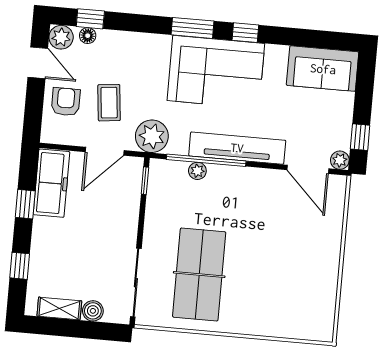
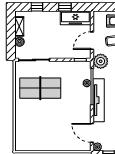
door: (105, 151) -> (92, 41), hinge flipped
door: (308, 169) -> (92, 133), hinge flipped

